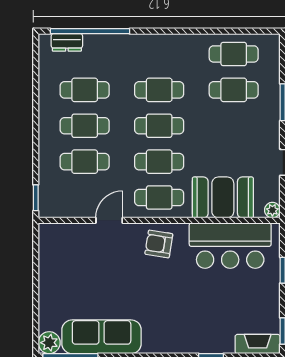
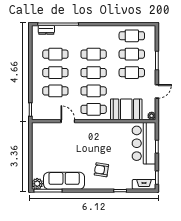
cafe table: (234, 126) -> (132, 73), added
door: (109, 220) -> (68, 121), hinge flipped
armchair: (159, 244) -> (101, 170), moved
bar counter: (230, 246) -> (144, 143), moved, turned 90

